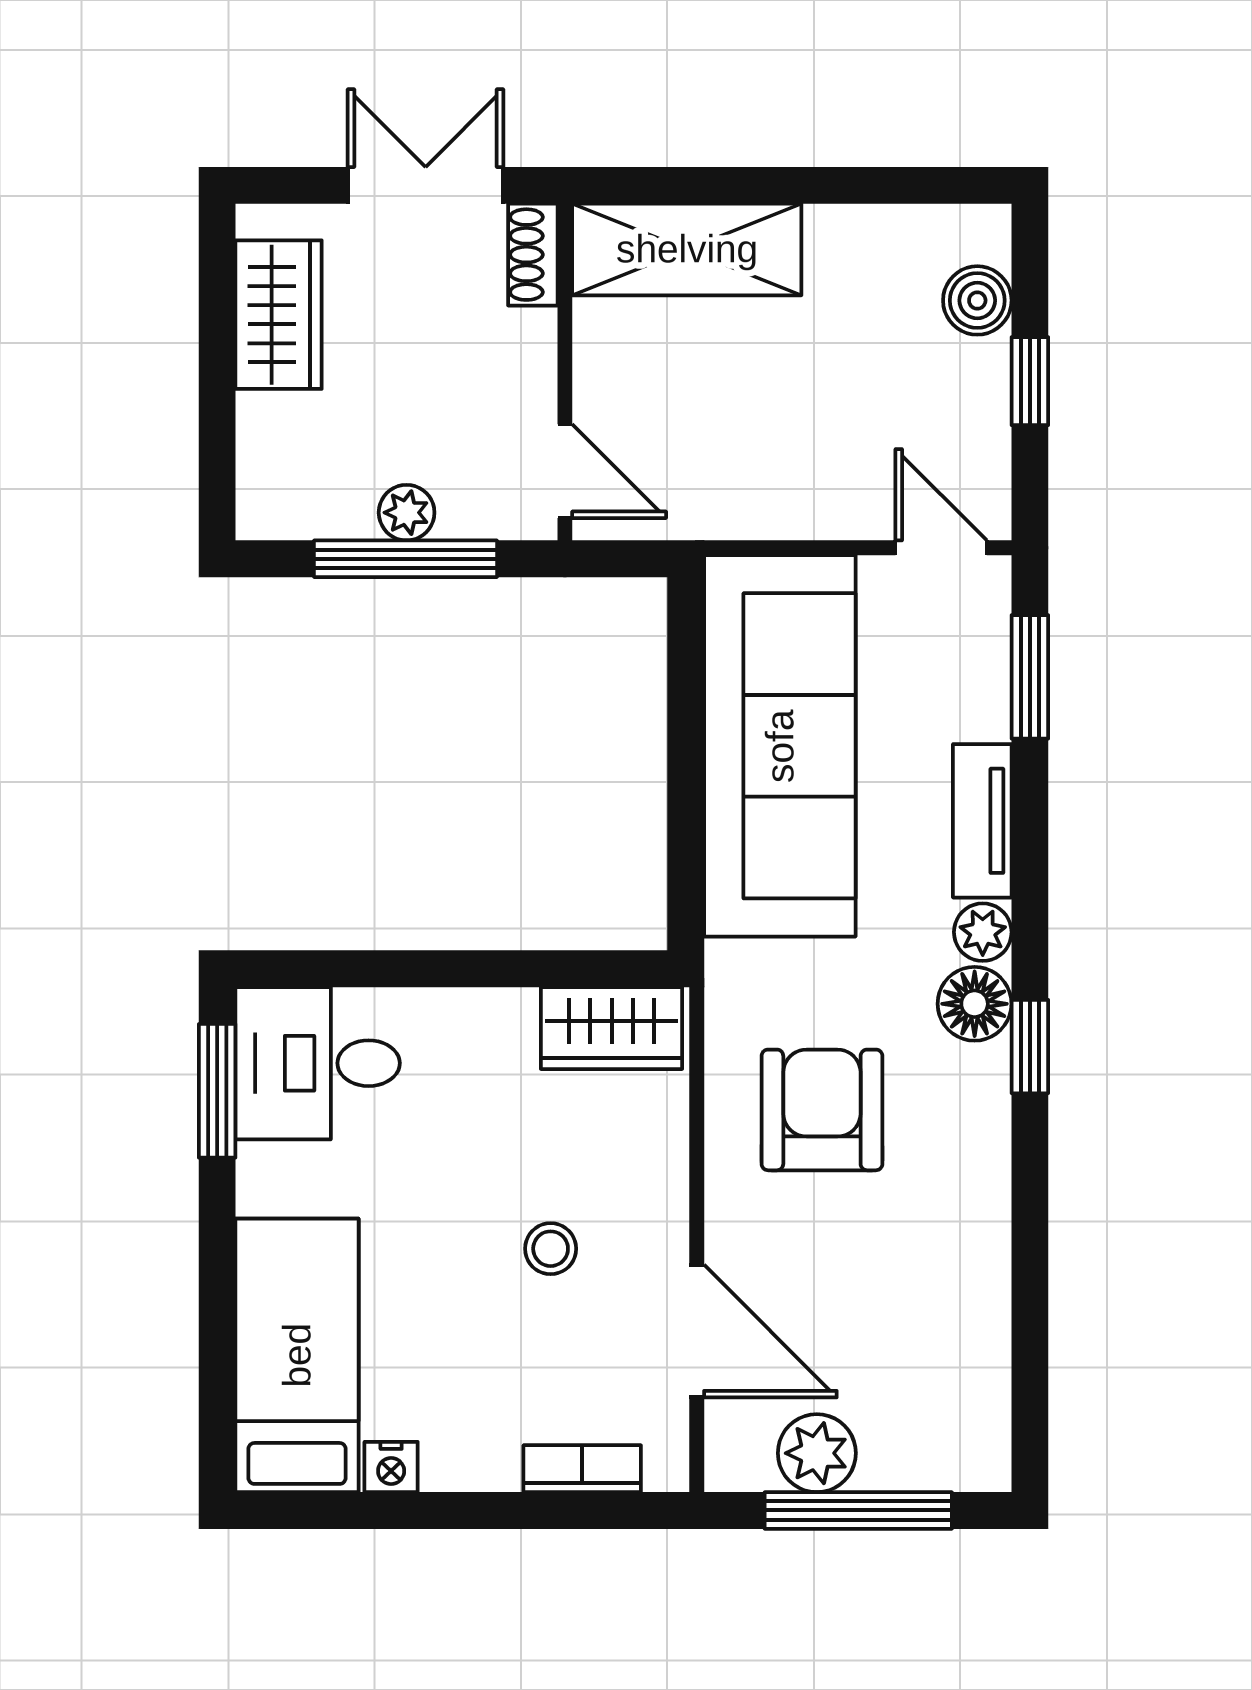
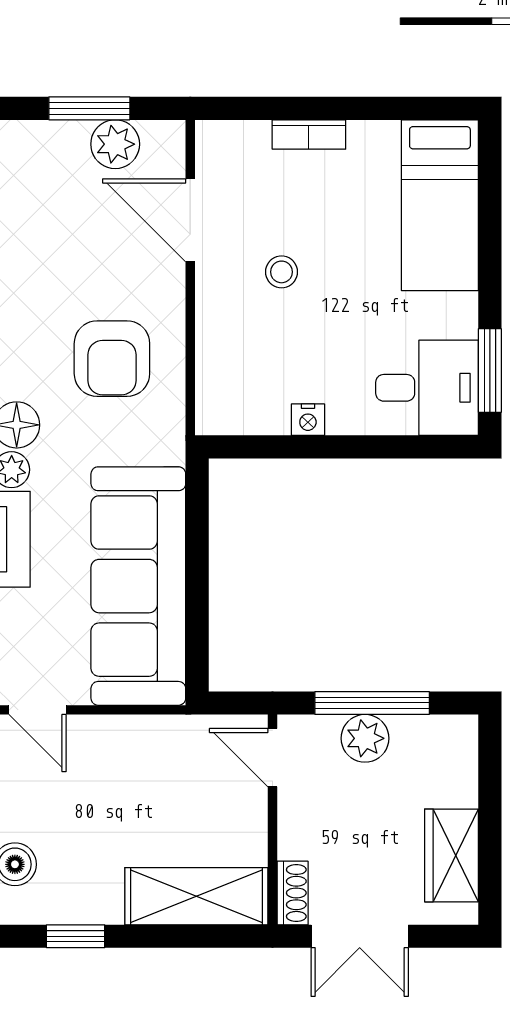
window: (880, 185) -> (76, 936), added
plant: (407, 513) -> (365, 738), width x1.38, depth x1.38
wardrobe: (612, 1028) -> (243, 410), removed
nightstand: (391, 1467) -> (308, 420), moved, turned 180
bookcase: (582, 1469) -> (309, 134), moved
window: (858, 1510) -> (89, 108), width x0.69

